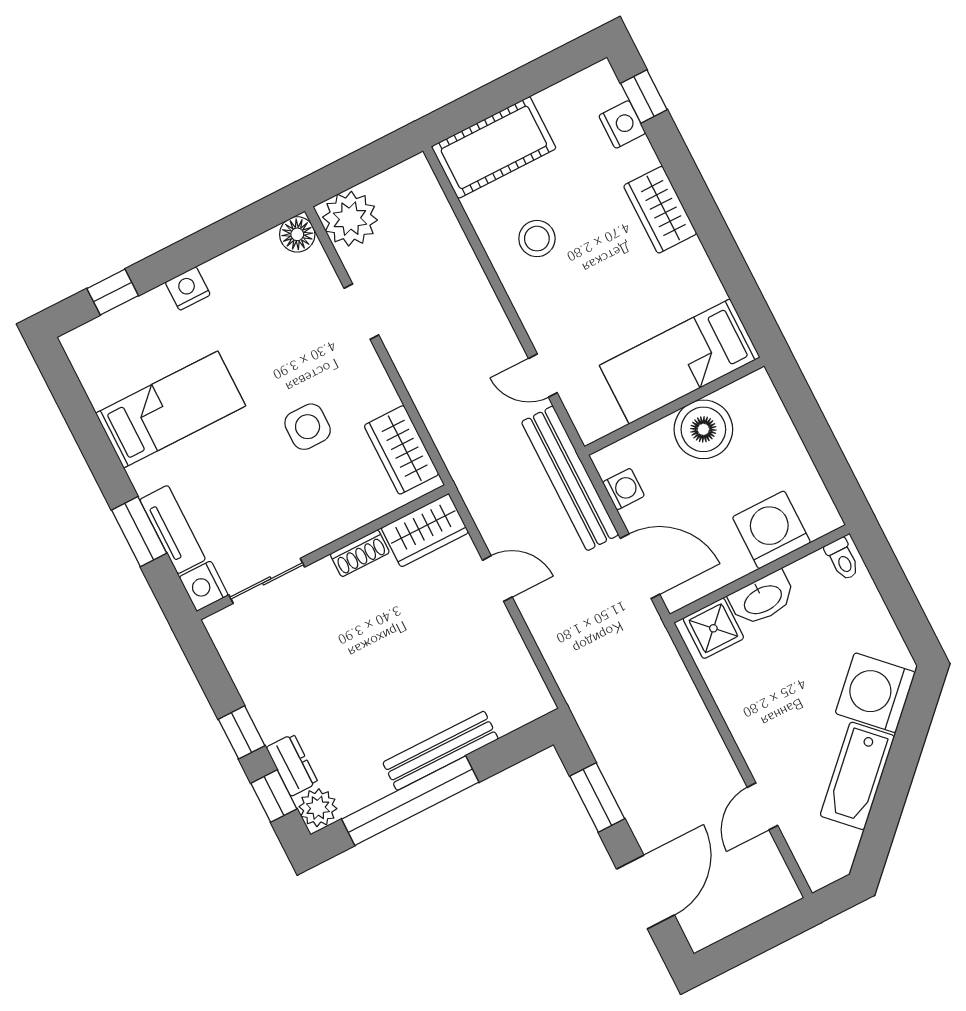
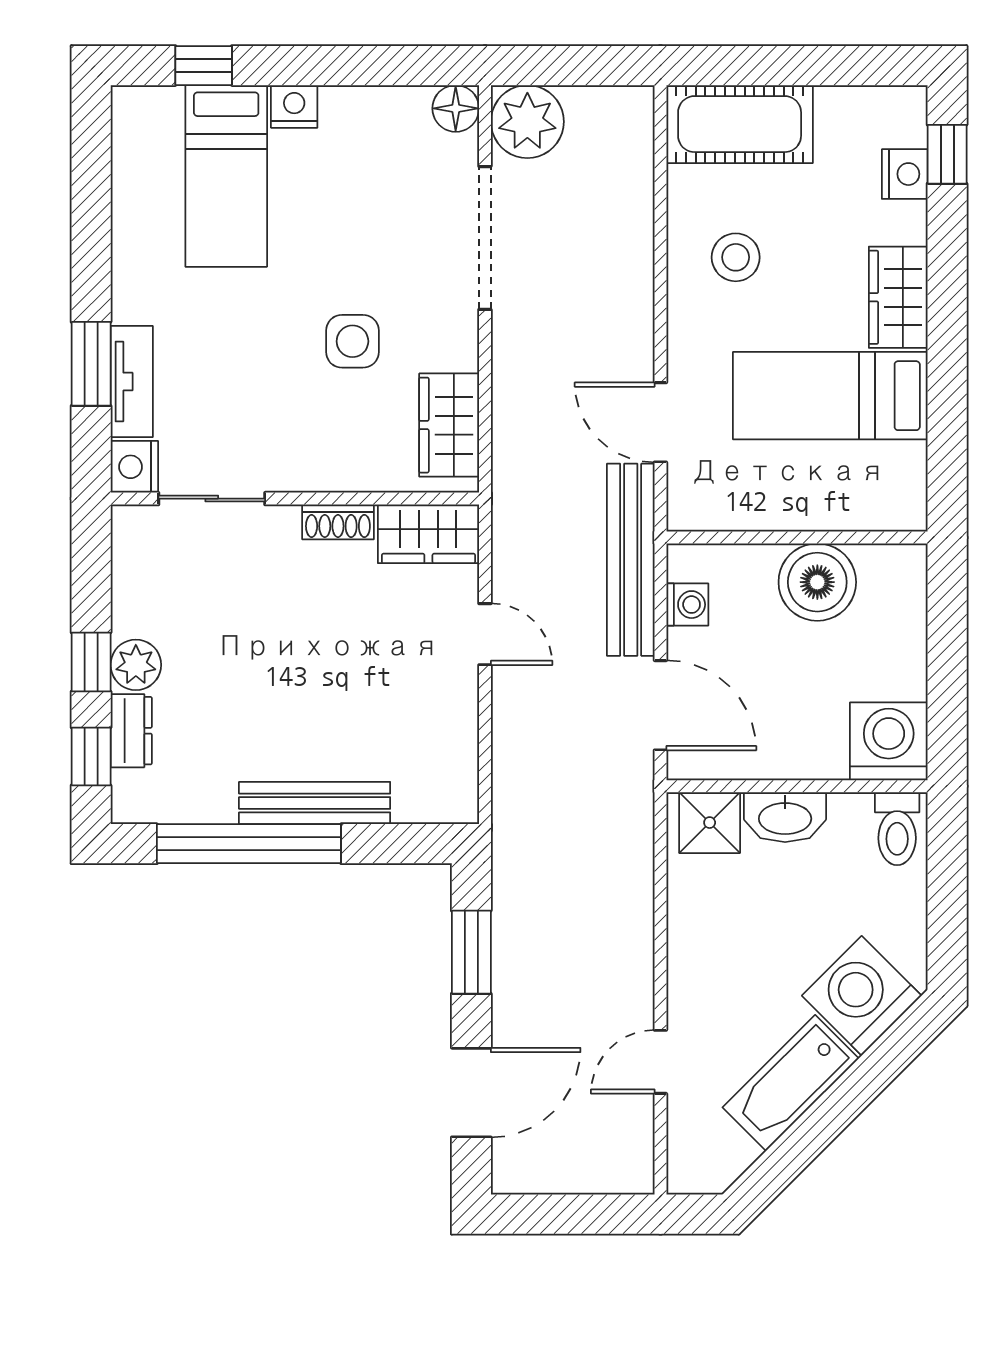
doorway: (361, 312) -> (485, 238), width x1.87
bed: (680, 361) -> (830, 396), moved
door: (543, 376) -> (660, 422), width x1.38
bed: (171, 410) -> (226, 176), moved, turned 90
washing machine: (771, 530) -> (889, 741), moved
toilet: (842, 559) -> (897, 829), width x1.37, depth x1.39
plant: (318, 808) -> (136, 665), moved

